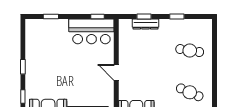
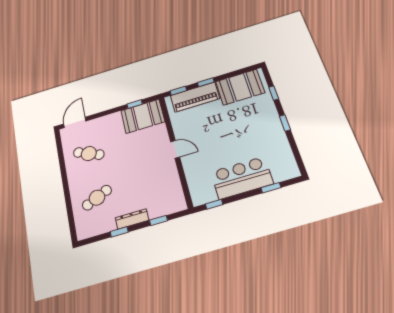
dresser: (146, 24) -> (132, 219), moved
bar counter: (91, 31) -> (242, 178), moved
cafe table: (190, 51) -> (97, 198), turned -33

